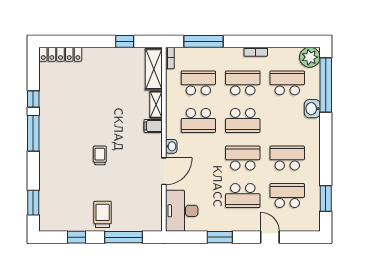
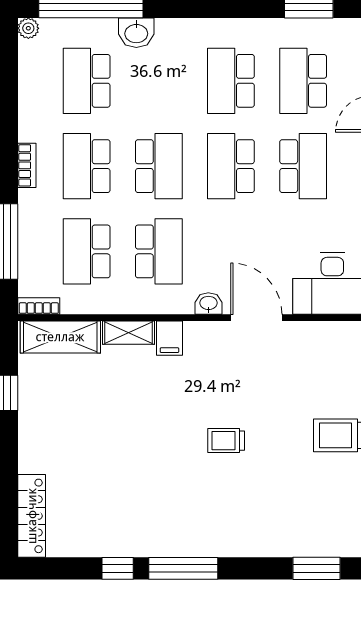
bookcase: (256, 52) -> (27, 165), moved
plant: (310, 57) -> (28, 28), width x0.53, depth x0.53

